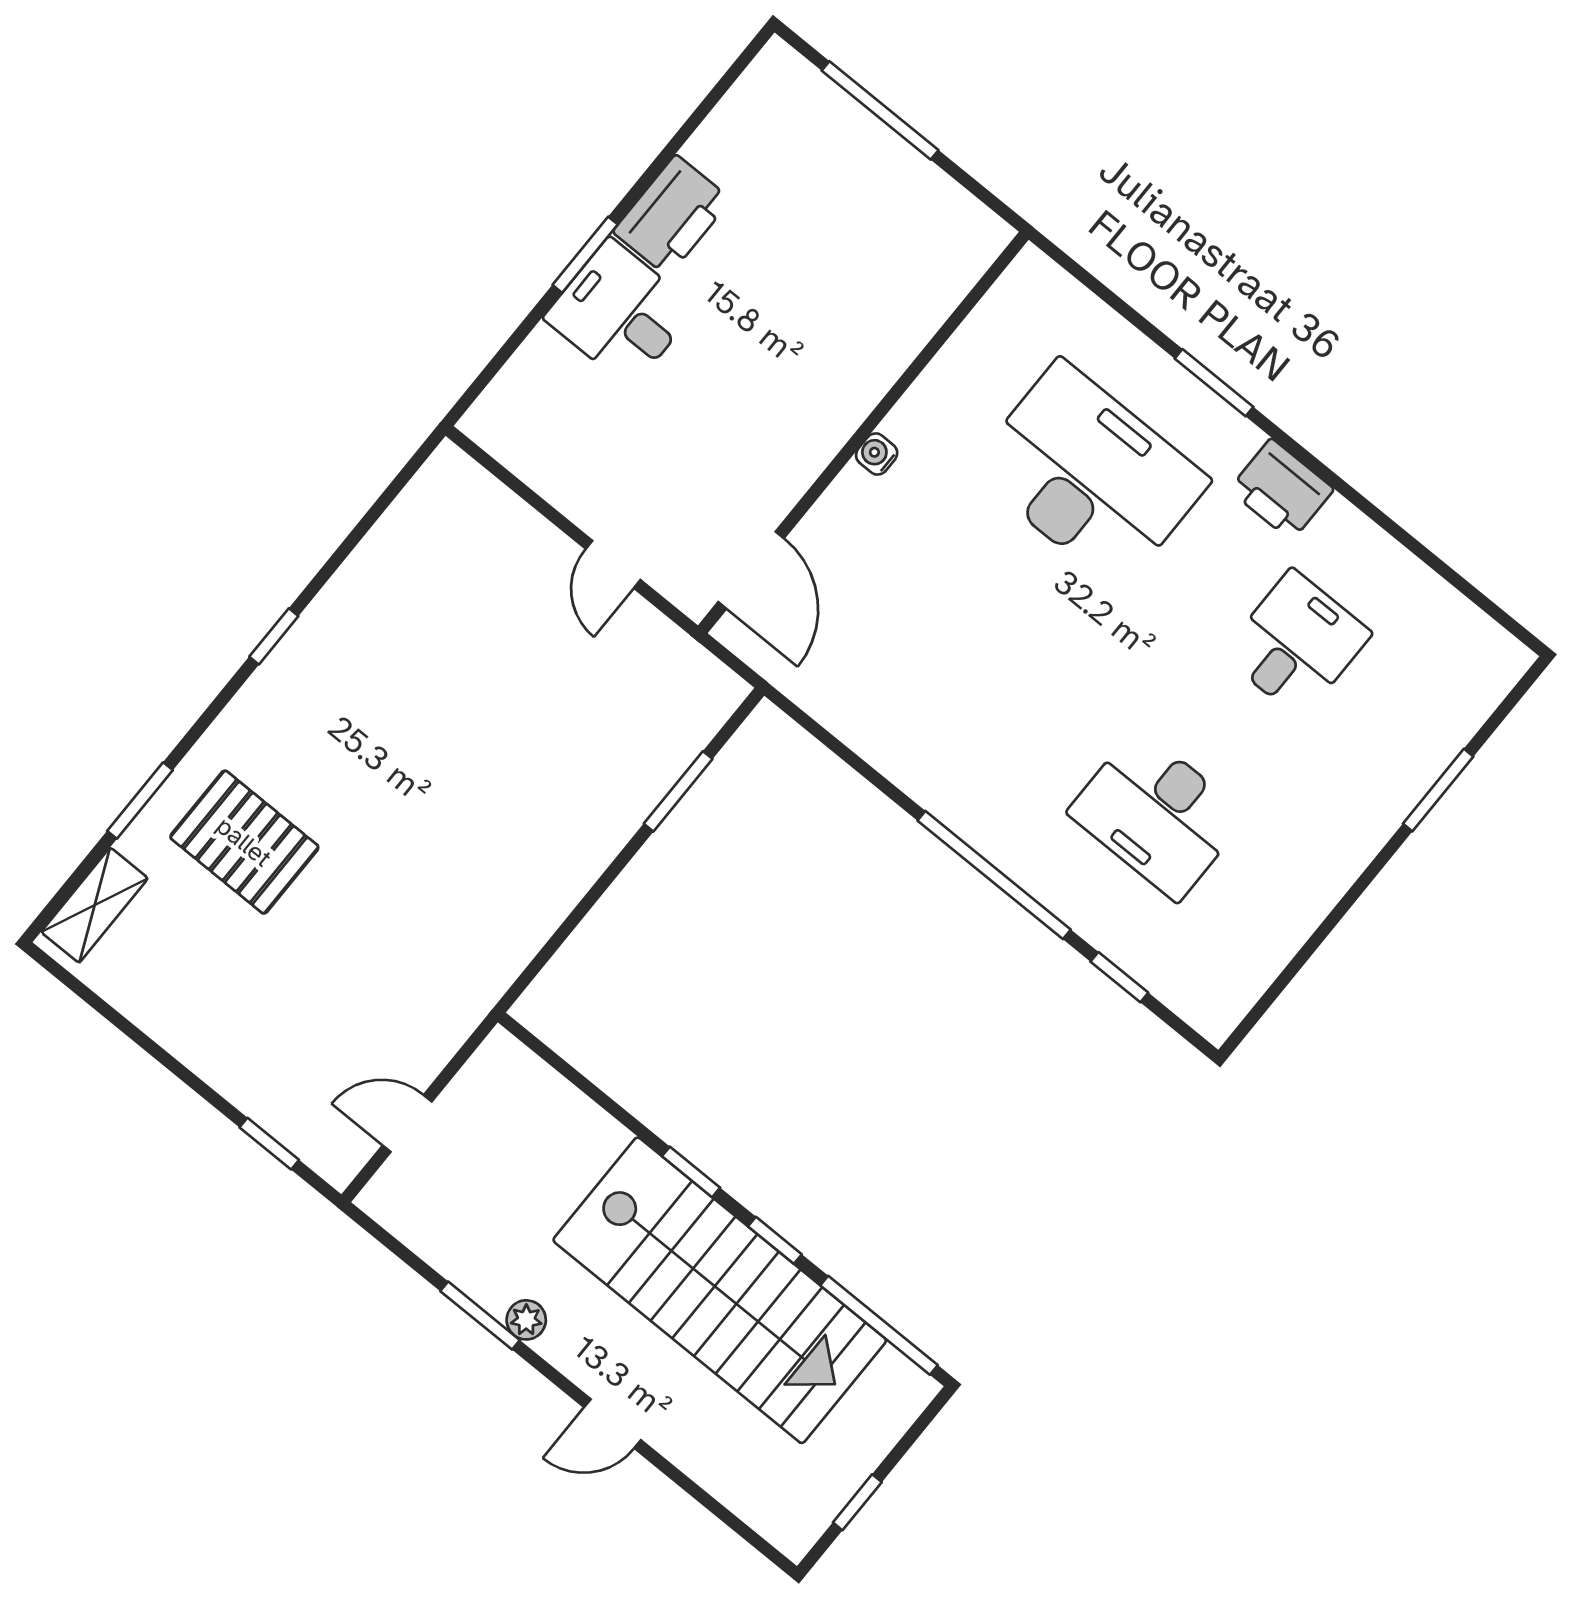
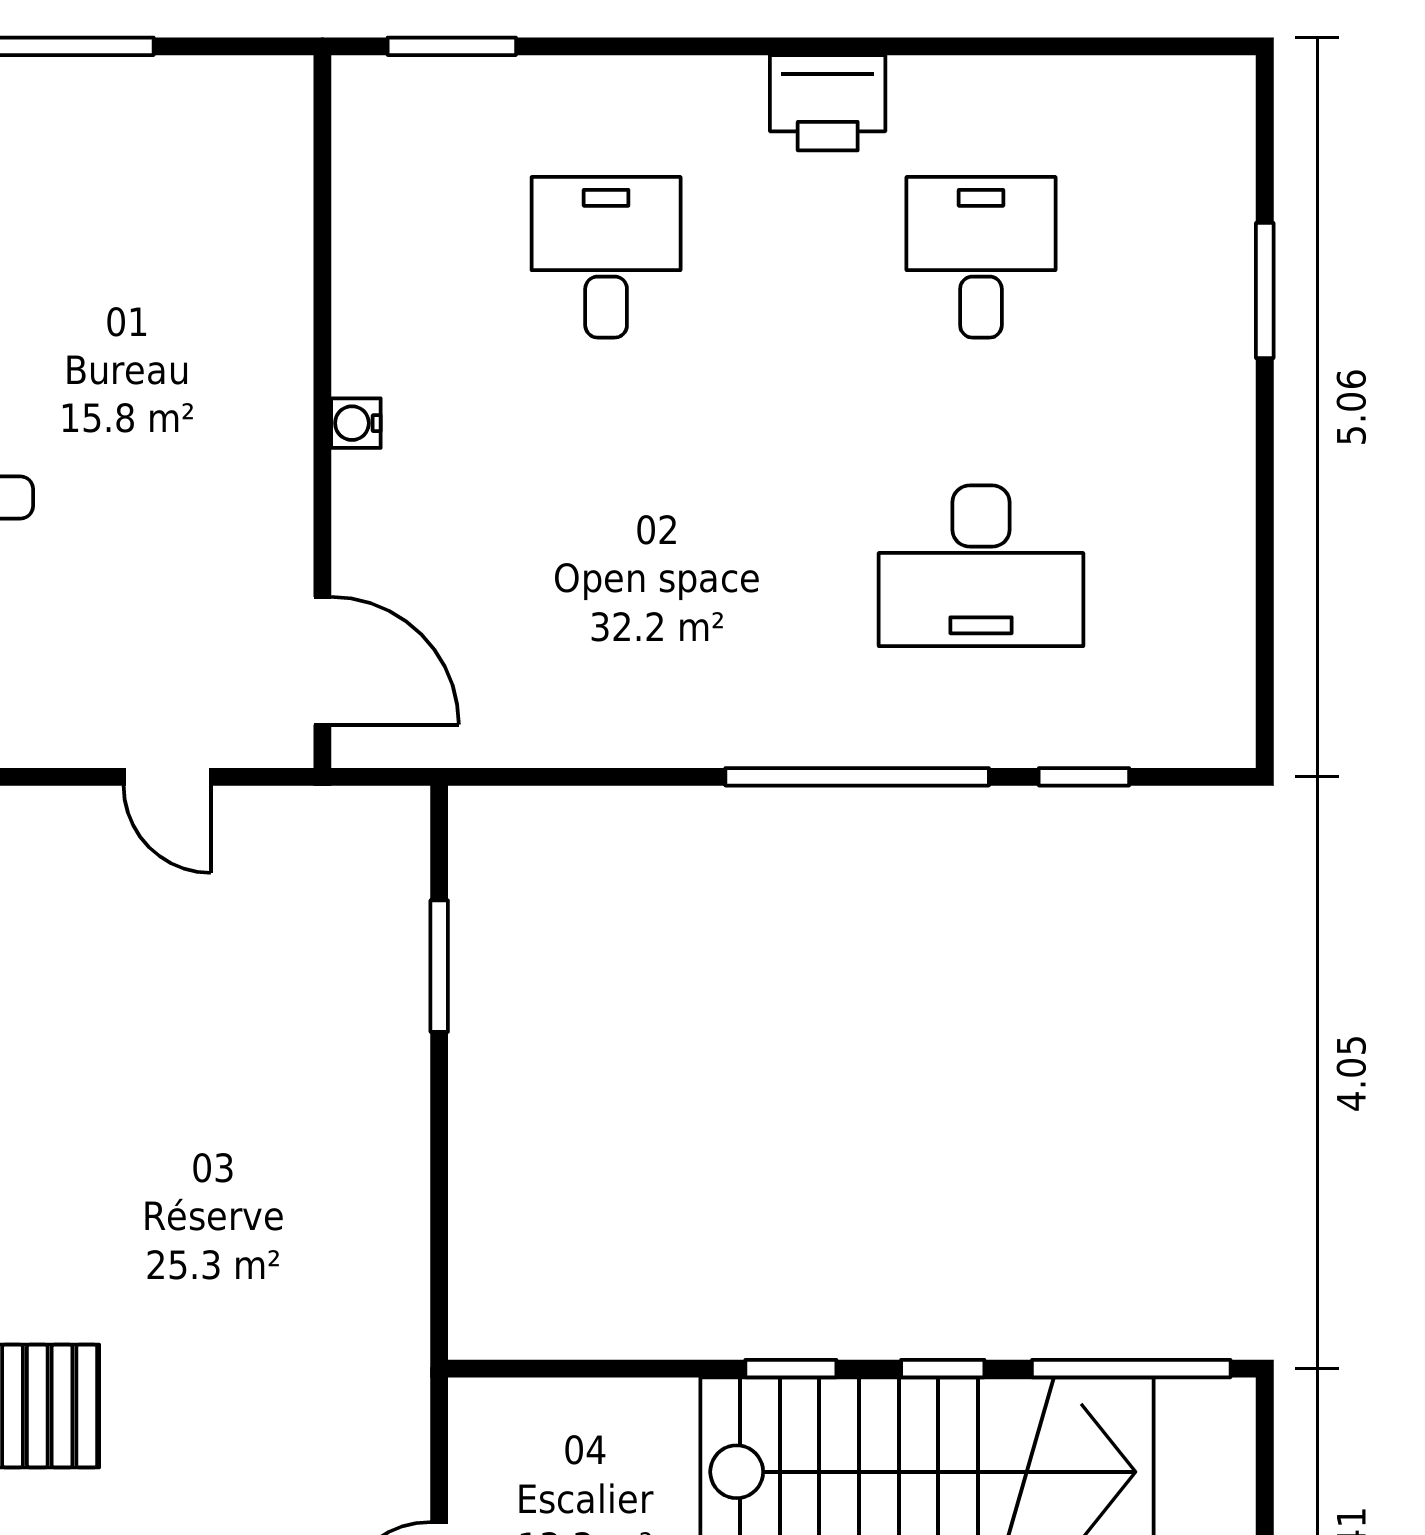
window: (1214, 383) -> (452, 46), moved
desk: (1089, 475) -> (606, 257), width x0.53, depth x0.77

